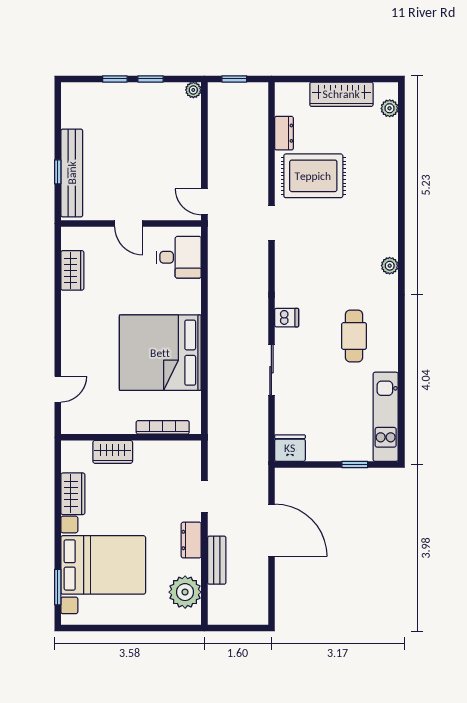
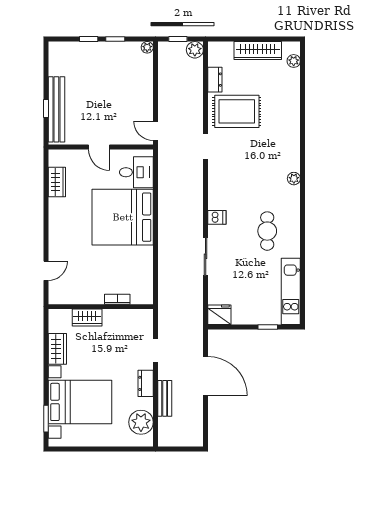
plant: (257, 93) -> (195, 50), added
bed: (160, 353) -> (123, 217), moved
bookcase: (163, 427) -> (117, 299), width x0.64

